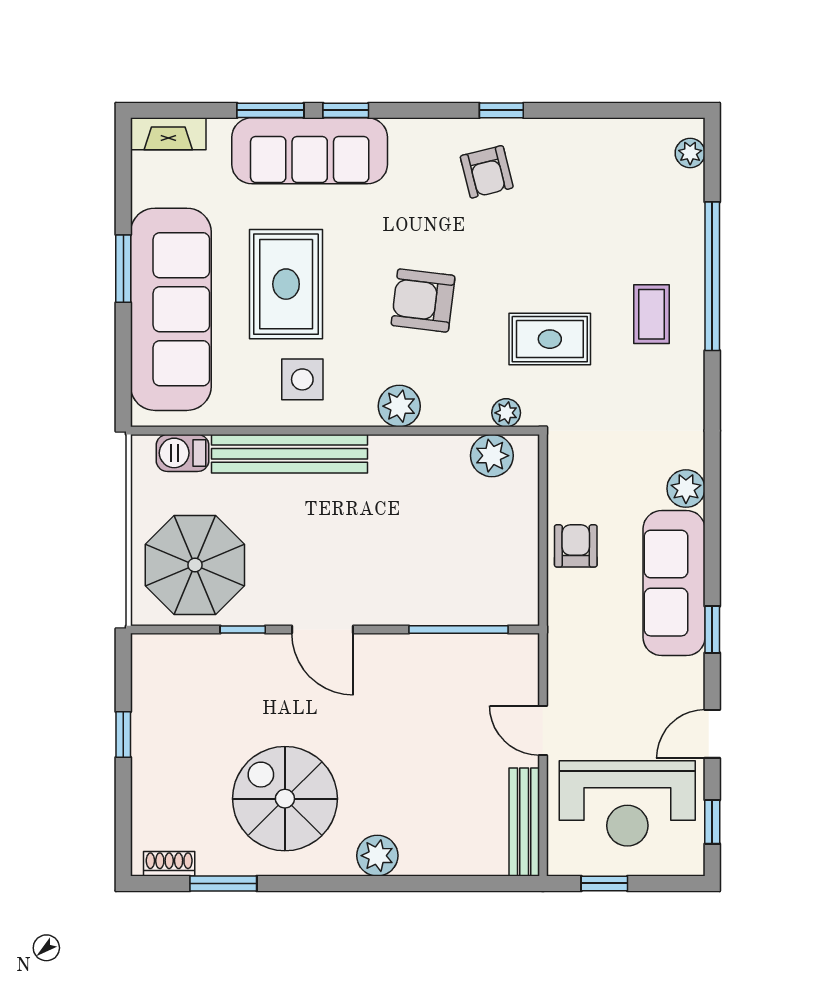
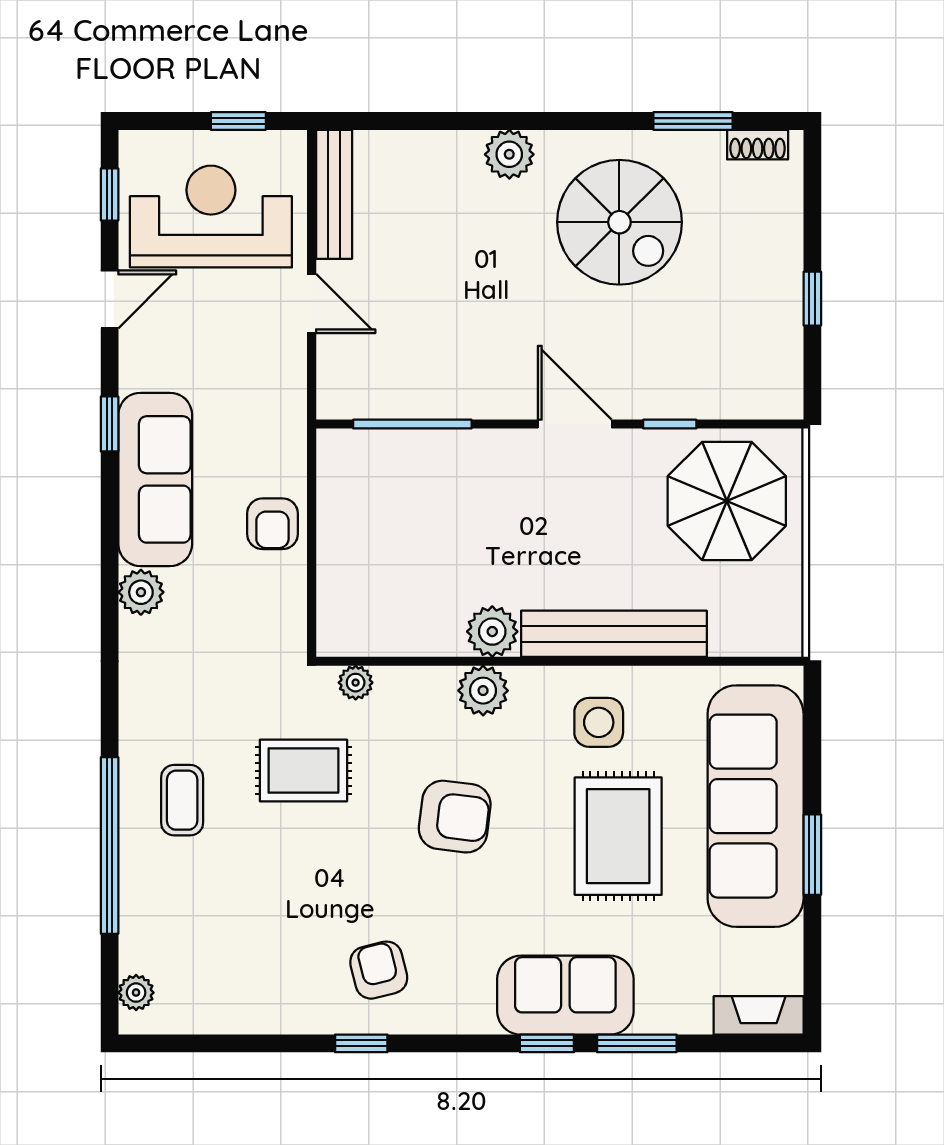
sofa: (310, 151) -> (565, 995), width x0.73
barbecue: (183, 453) -> (742, 635), removed
plant: (492, 456) -> (492, 632), moved

